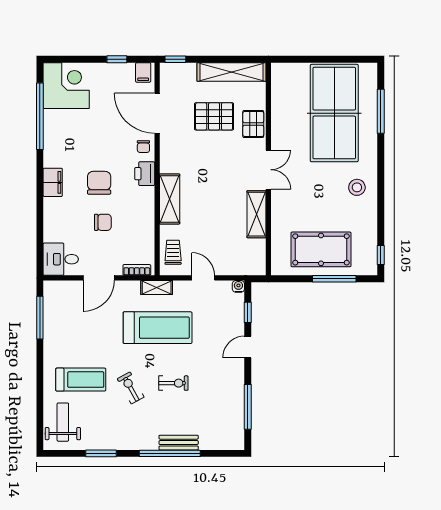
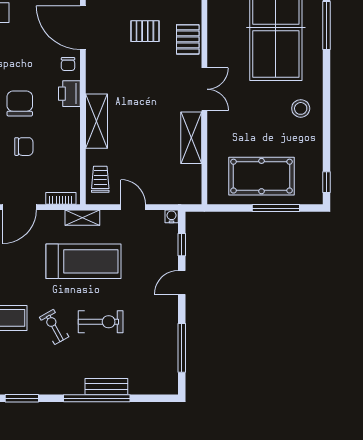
pallet: (214, 116) -> (145, 31), width x0.67, depth x0.71
exercise bike: (173, 383) -> (101, 322), width x1.38, depth x1.39

